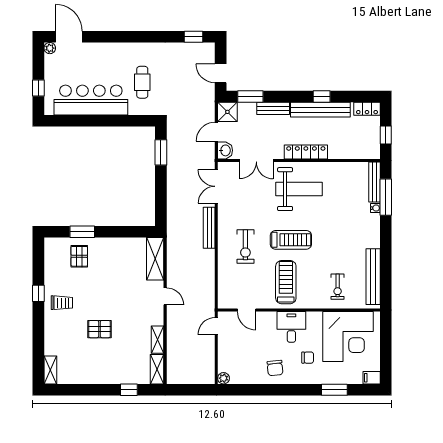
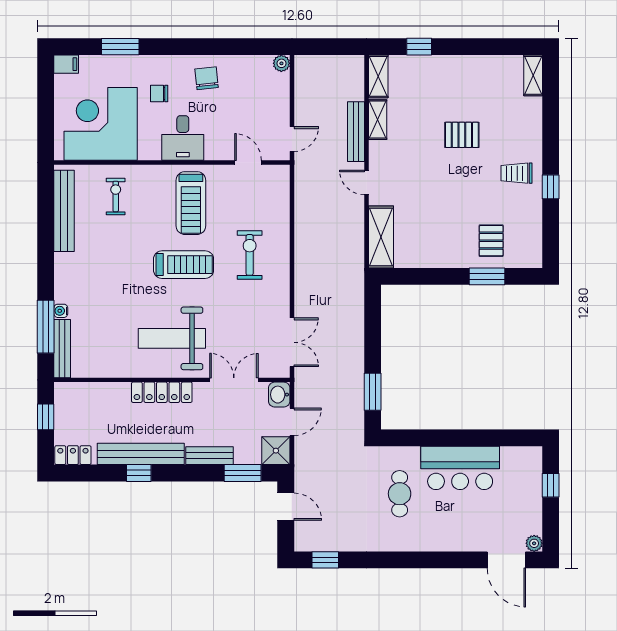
bar counter: (91, 100) -> (460, 468), width x0.73
bench: (209, 228) -> (356, 132), moved
treadmill: (291, 240) -> (184, 265), turned 180

